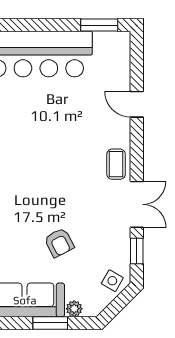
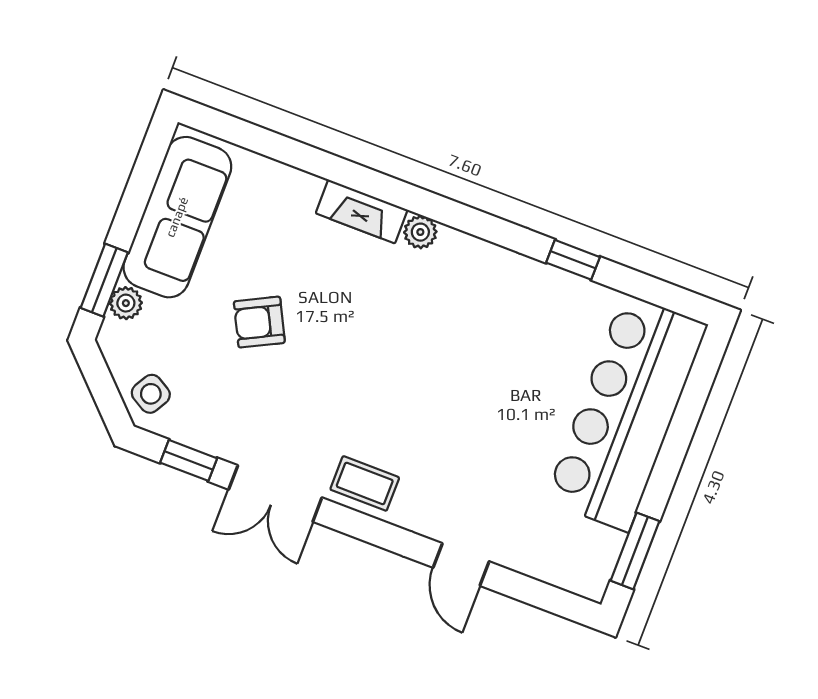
door: (137, 104) -> (461, 565), swing flipped
window: (50, 323) -> (104, 280), moved

